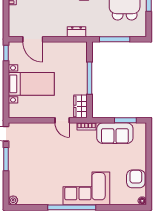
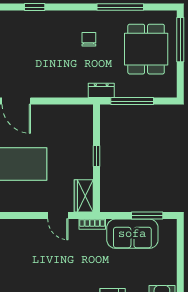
dresser: (76, 32) -> (101, 90), moved
window: (89, 78) -> (96, 156), width x0.46

